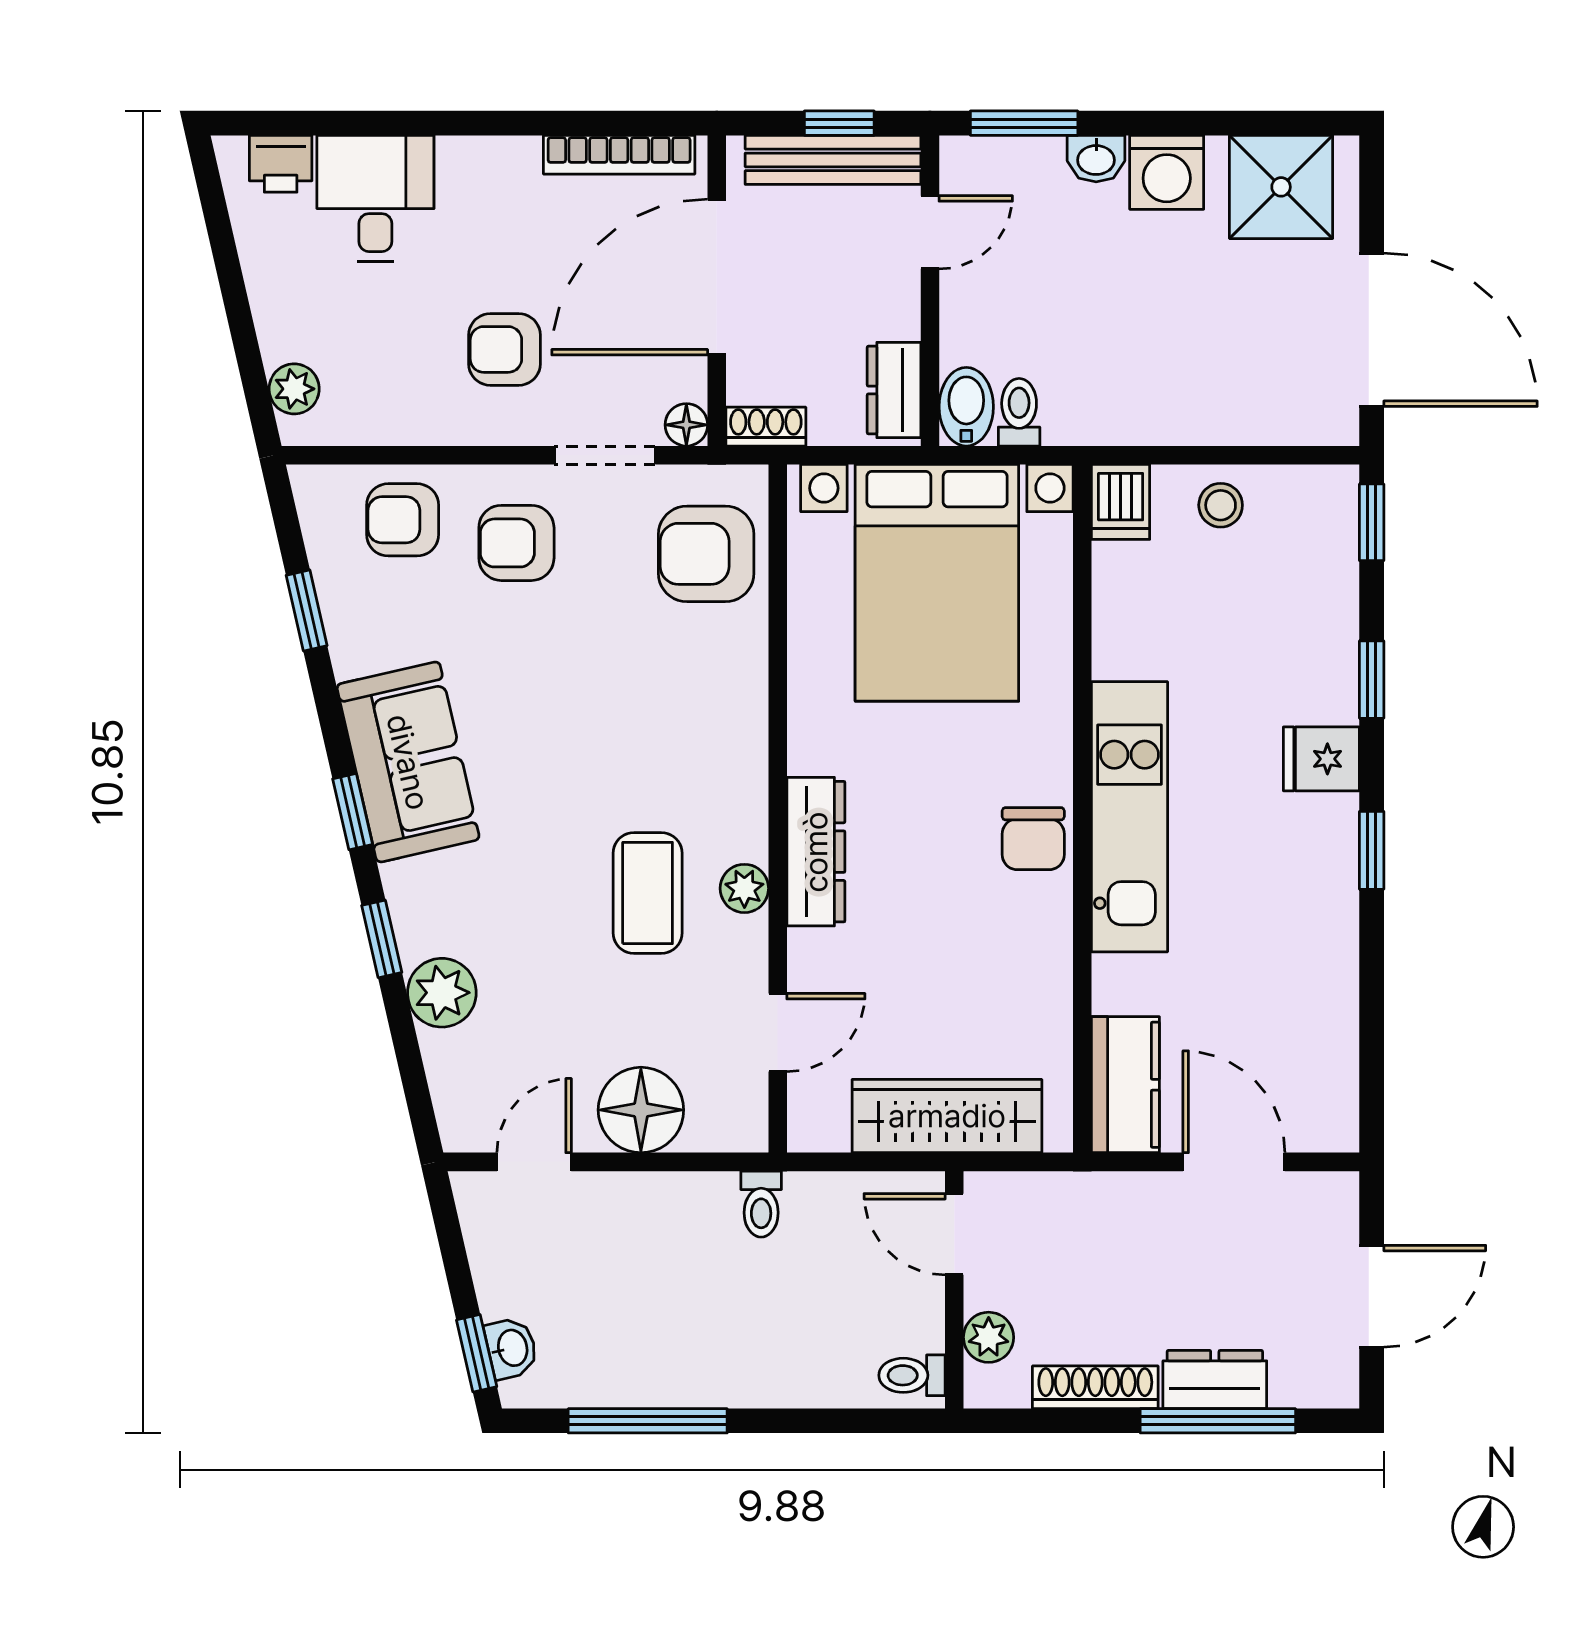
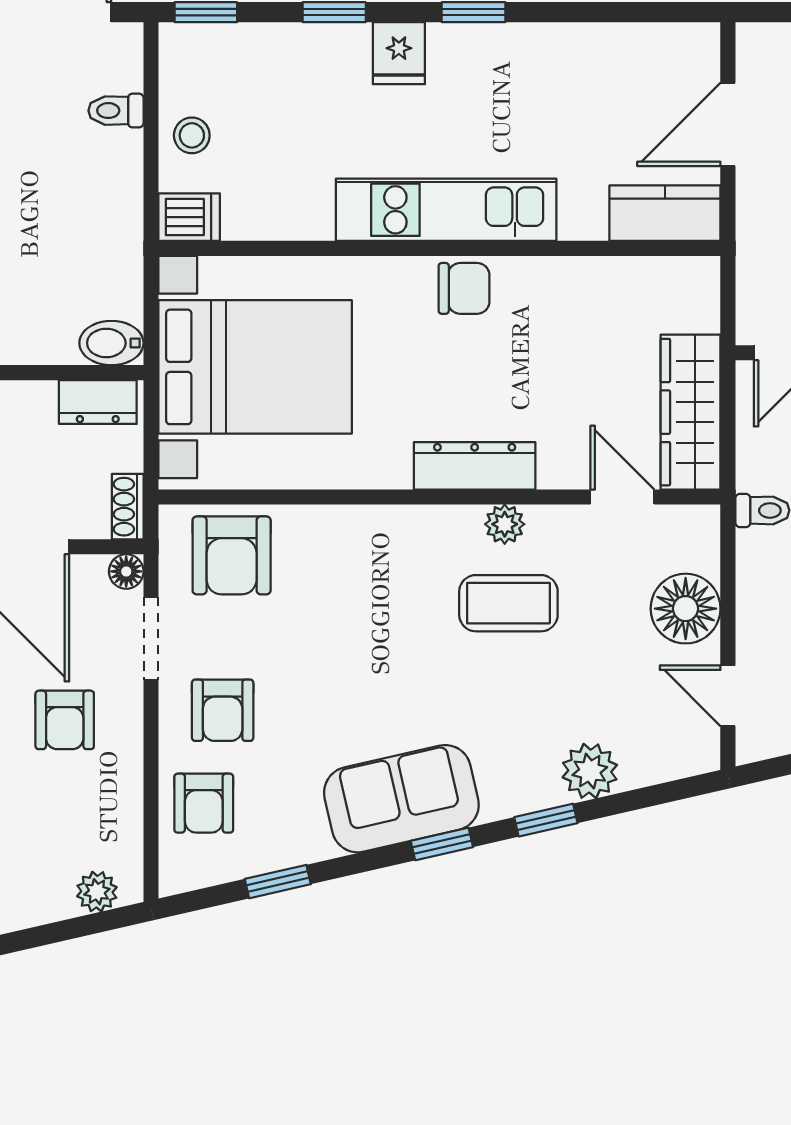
toilet: (1019, 412) -> (116, 111), moved
wardrobe: (947, 1116) -> (690, 412), moved

